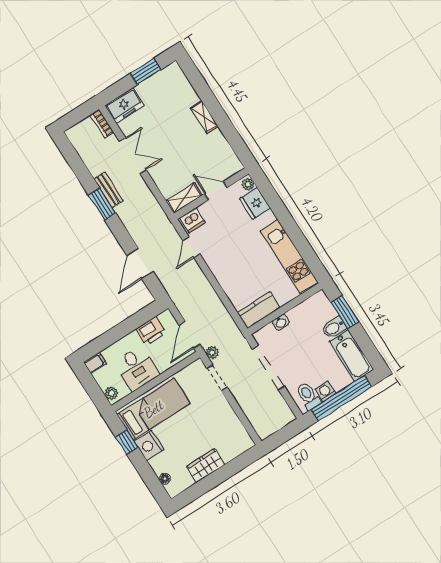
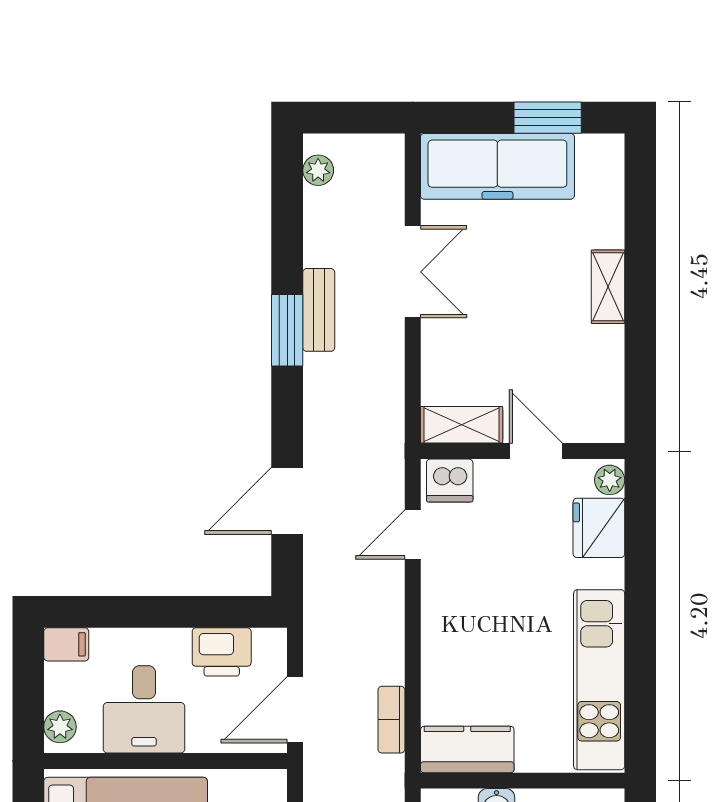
freezer: (125, 106) -> (497, 166), width x1.91, depth x1.26
bookcase: (102, 124) -> (391, 720), moved
plant: (212, 353) -> (318, 170), moved

